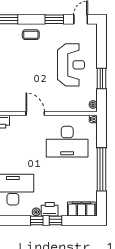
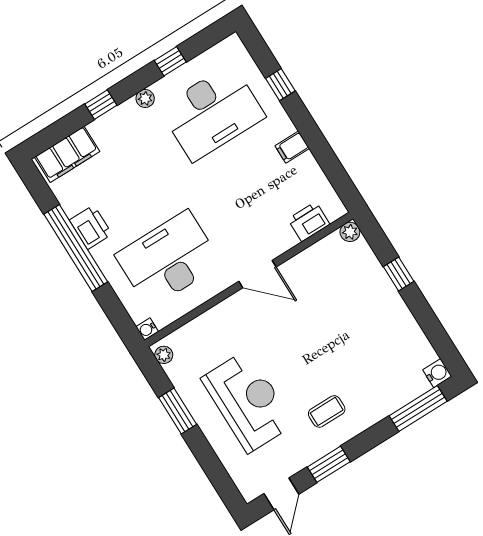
coffee table: (31, 35) -> (327, 411), moved
reception desk: (71, 65) -> (248, 401), turned 180
printer: (50, 209) -> (91, 227), moved, turned -90
window: (37, 221) -> (170, 61), moved

